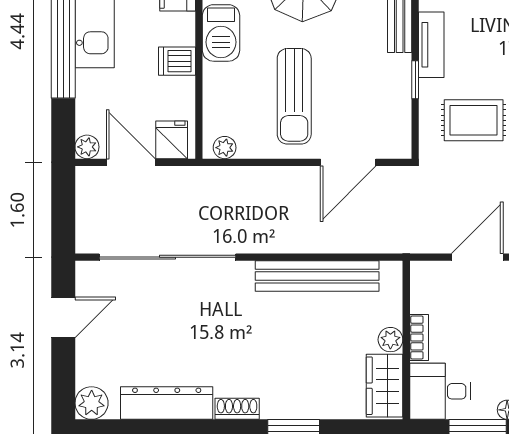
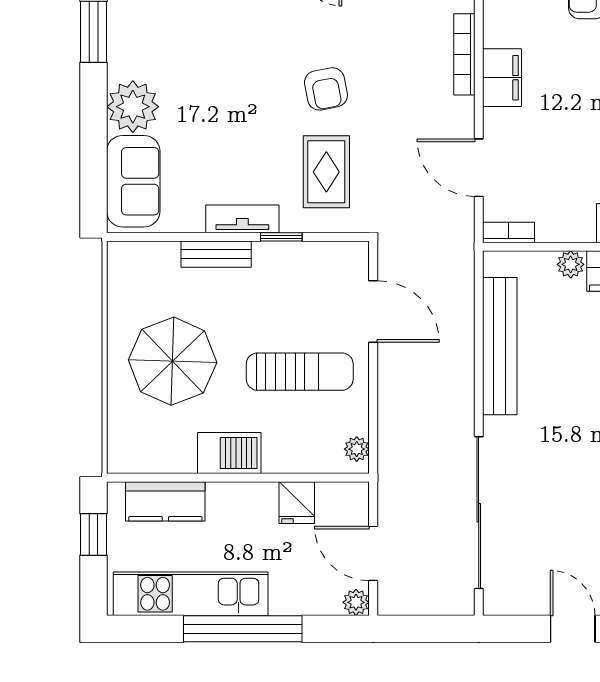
dishwasher: (177, 61) -> (261, 502), removed
fridge: (172, 140) -> (297, 503), moved, turned -90
door: (131, 162) -> (373, 553), hinge flipped
door: (63, 317) -> (573, 629), moved
bookcase: (419, 338) -> (509, 232), moved

